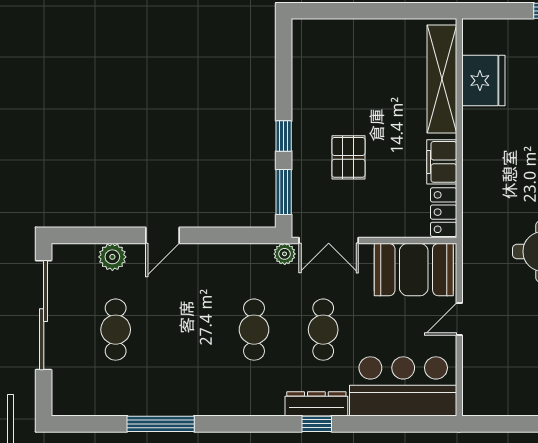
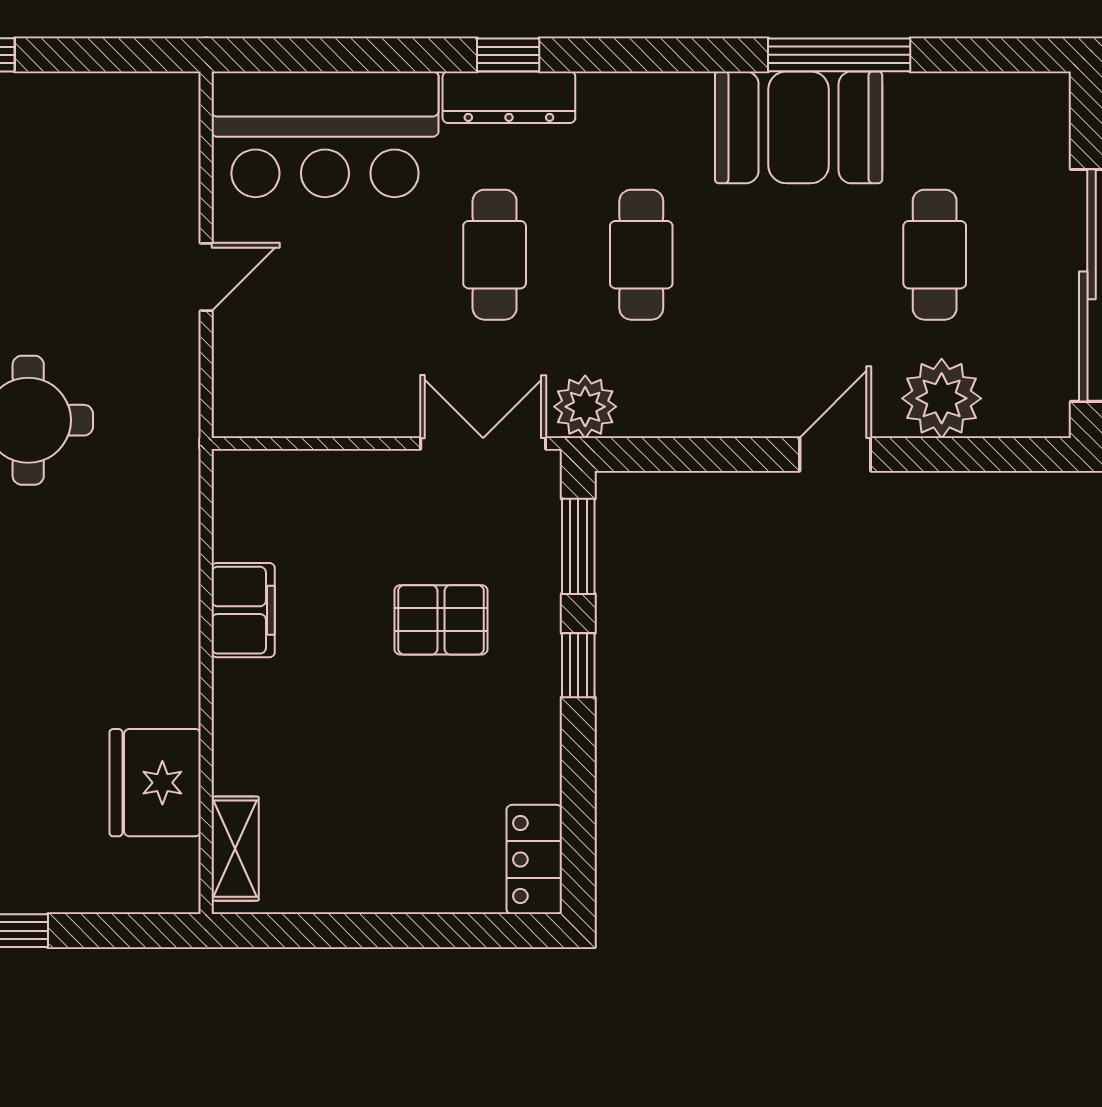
shelving: (442, 79) -> (235, 849), width x0.45, depth x0.75
pallet: (348, 157) -> (441, 620), turned 90
locker: (444, 212) -> (534, 859), moved, turned 180
plant: (285, 254) -> (585, 407), width x1.38, depth x1.38
plant: (112, 257) -> (942, 398), width x1.36, depth x1.36
booth: (414, 270) -> (799, 127), moved

